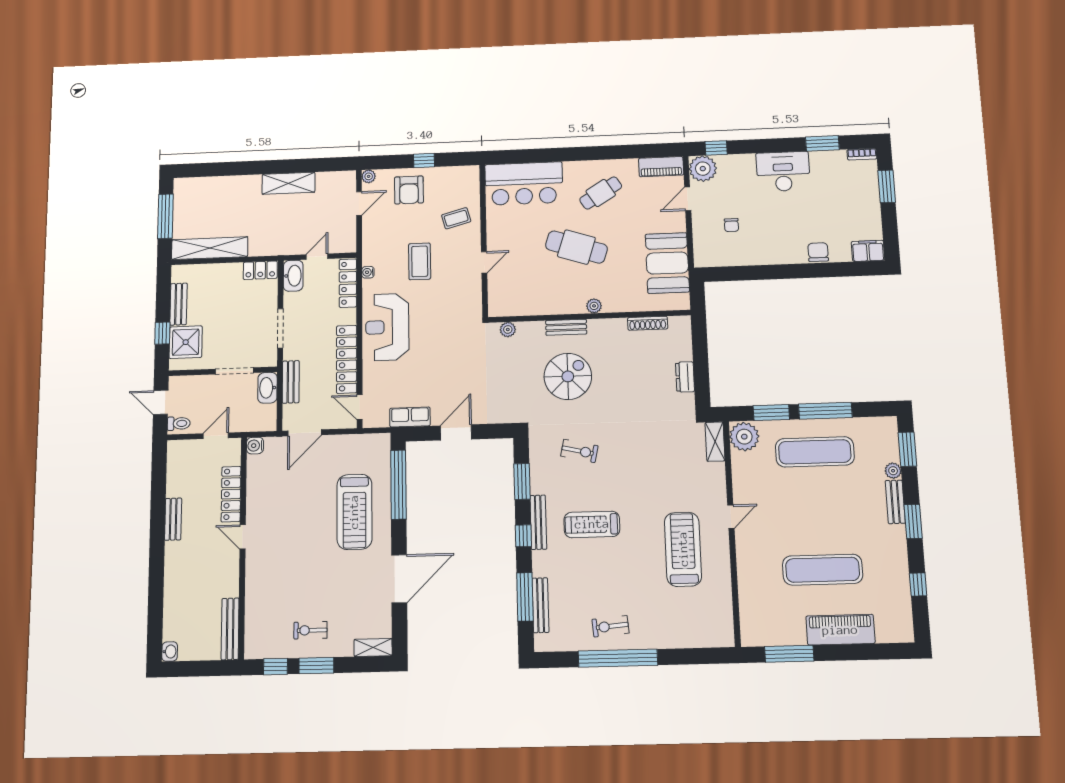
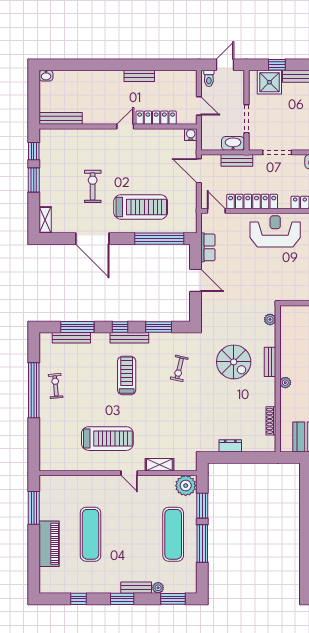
door: (360, 407) -> (216, 211), hinge flipped
shelving: (715, 442) -> (159, 465), moved
treadmill: (354, 512) -> (141, 207), turned 180
exercise bike: (310, 630) -> (93, 186), moved, width x1.38, depth x1.39

